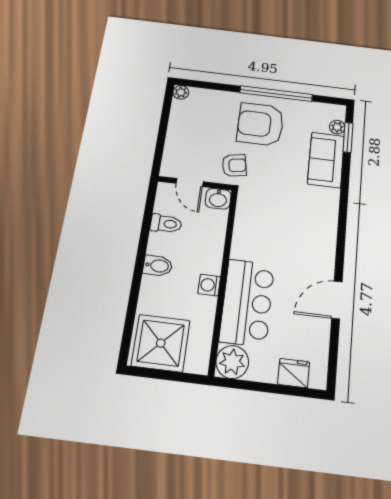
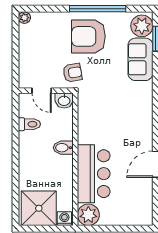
plant: (337, 127) -> (142, 26), width x1.88, depth x1.88
bidet: (158, 266) -> (63, 148), moved, turned 180
washing machine: (209, 285) -> (64, 219), moved, turned 90
fridge: (294, 373) -> (130, 217), removed

